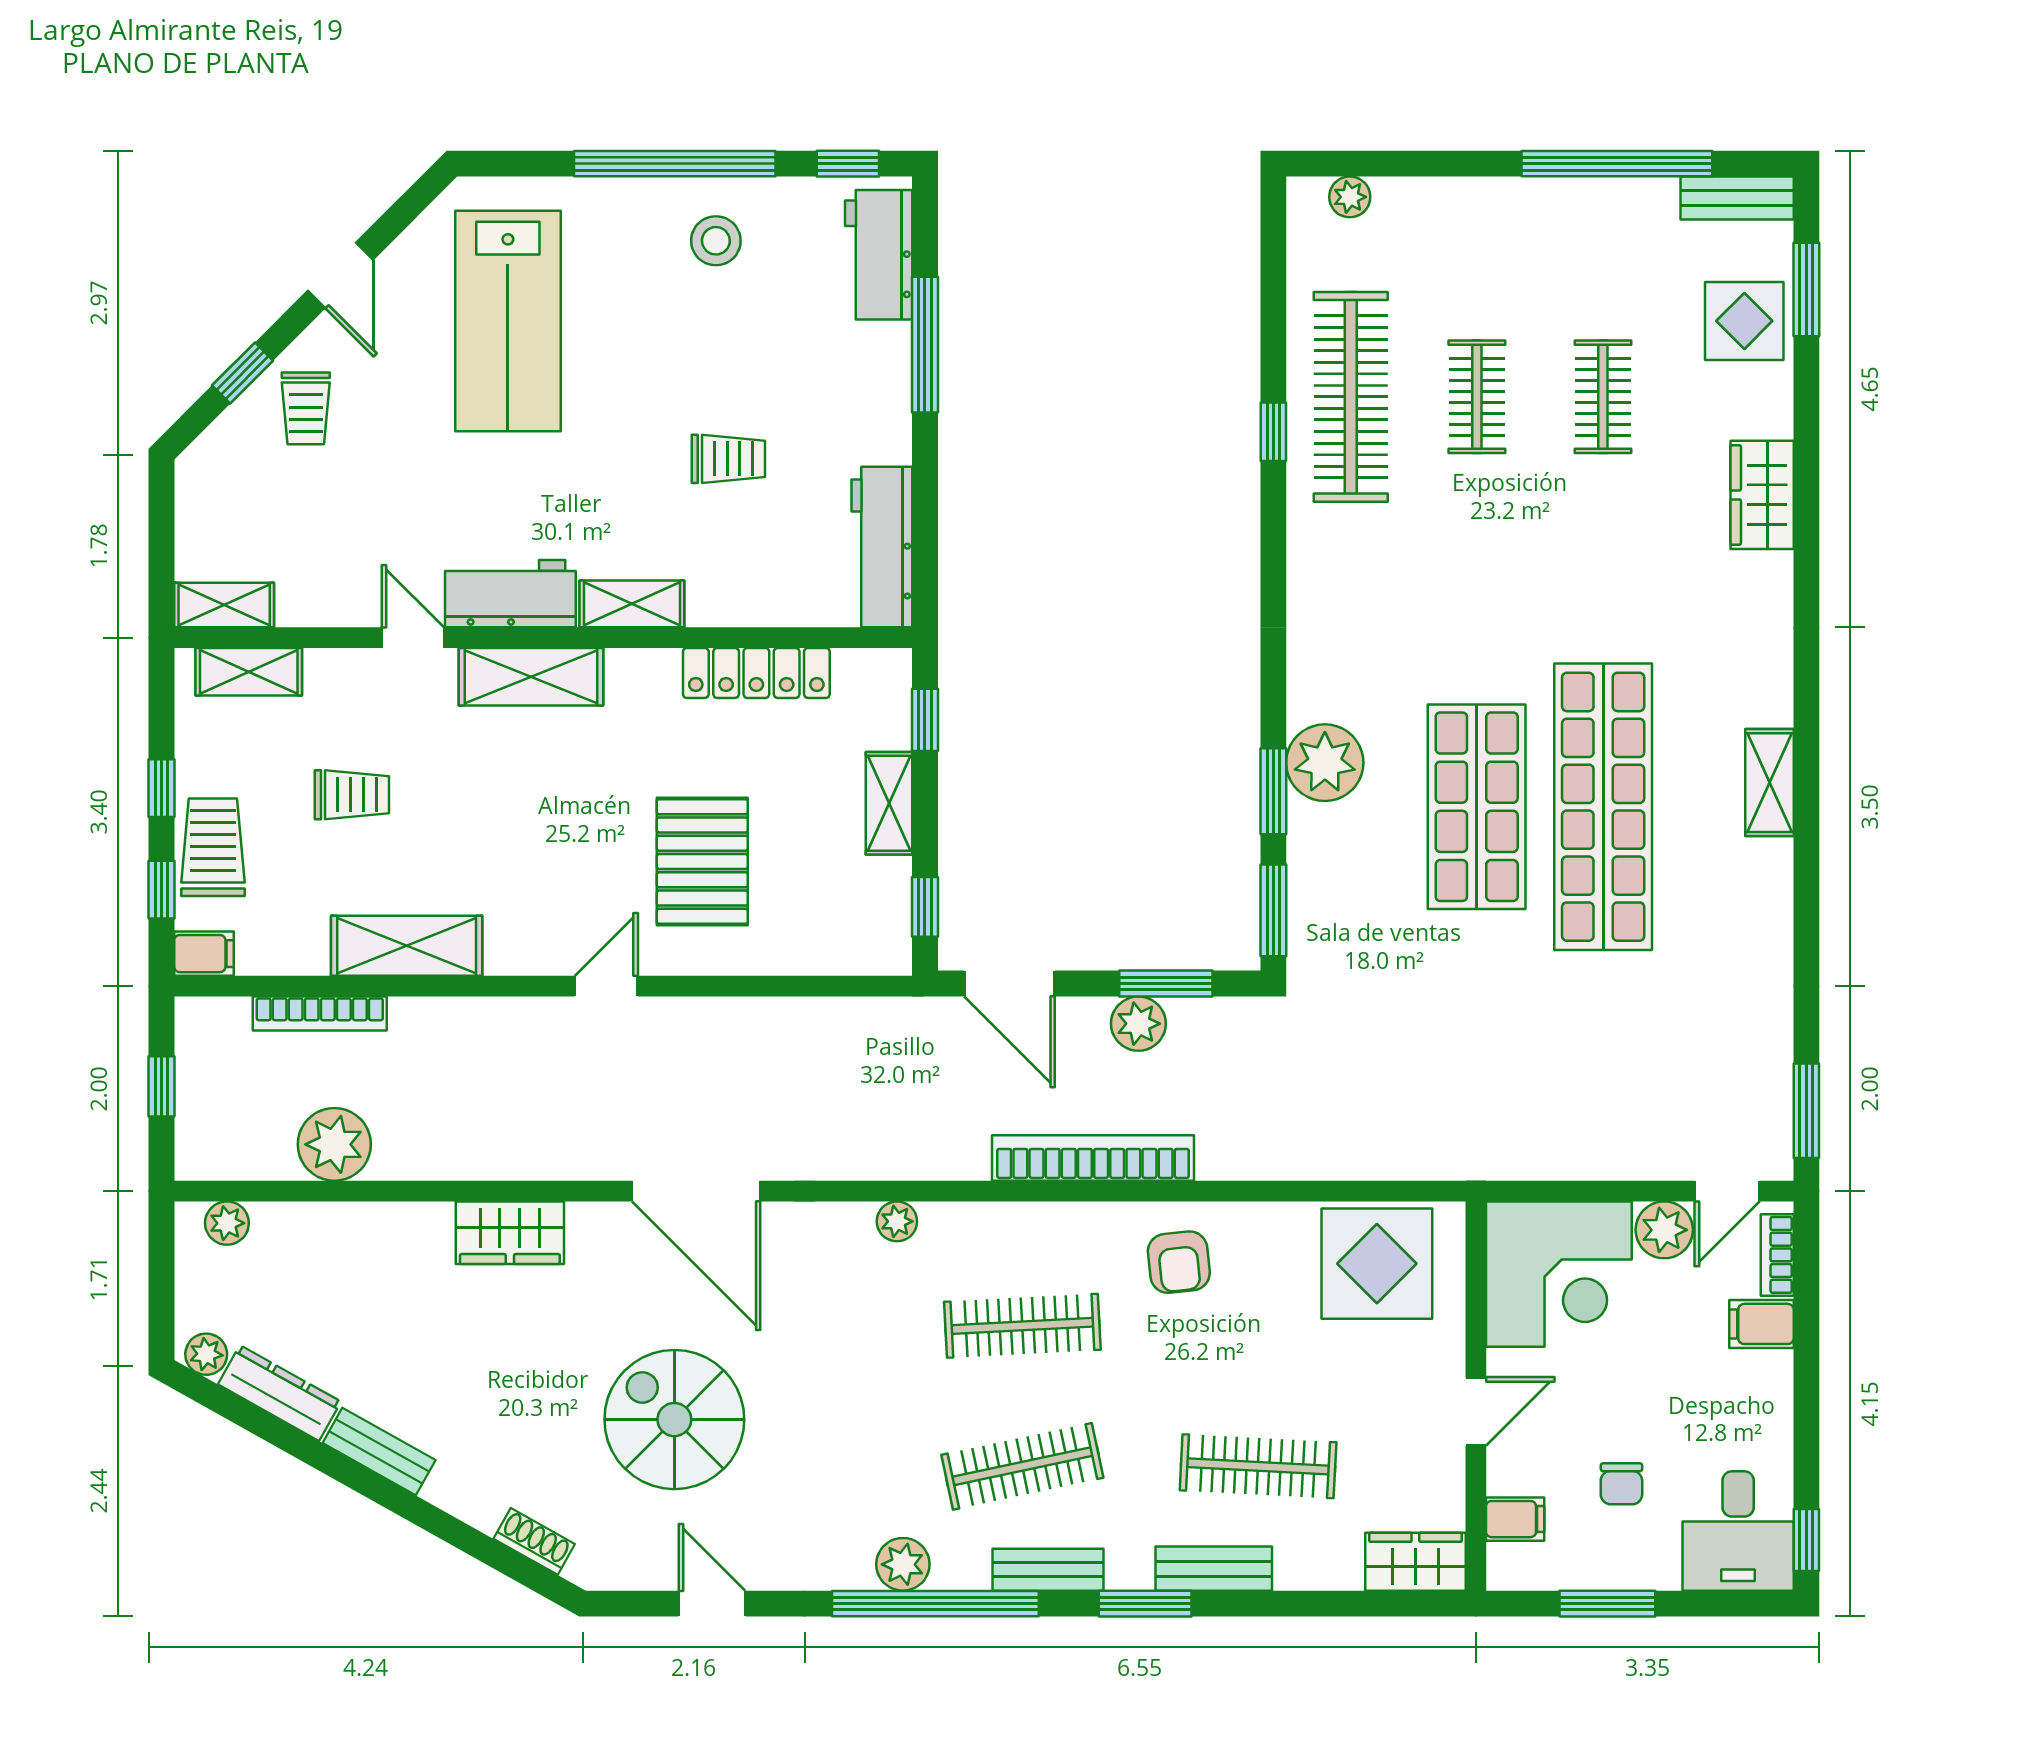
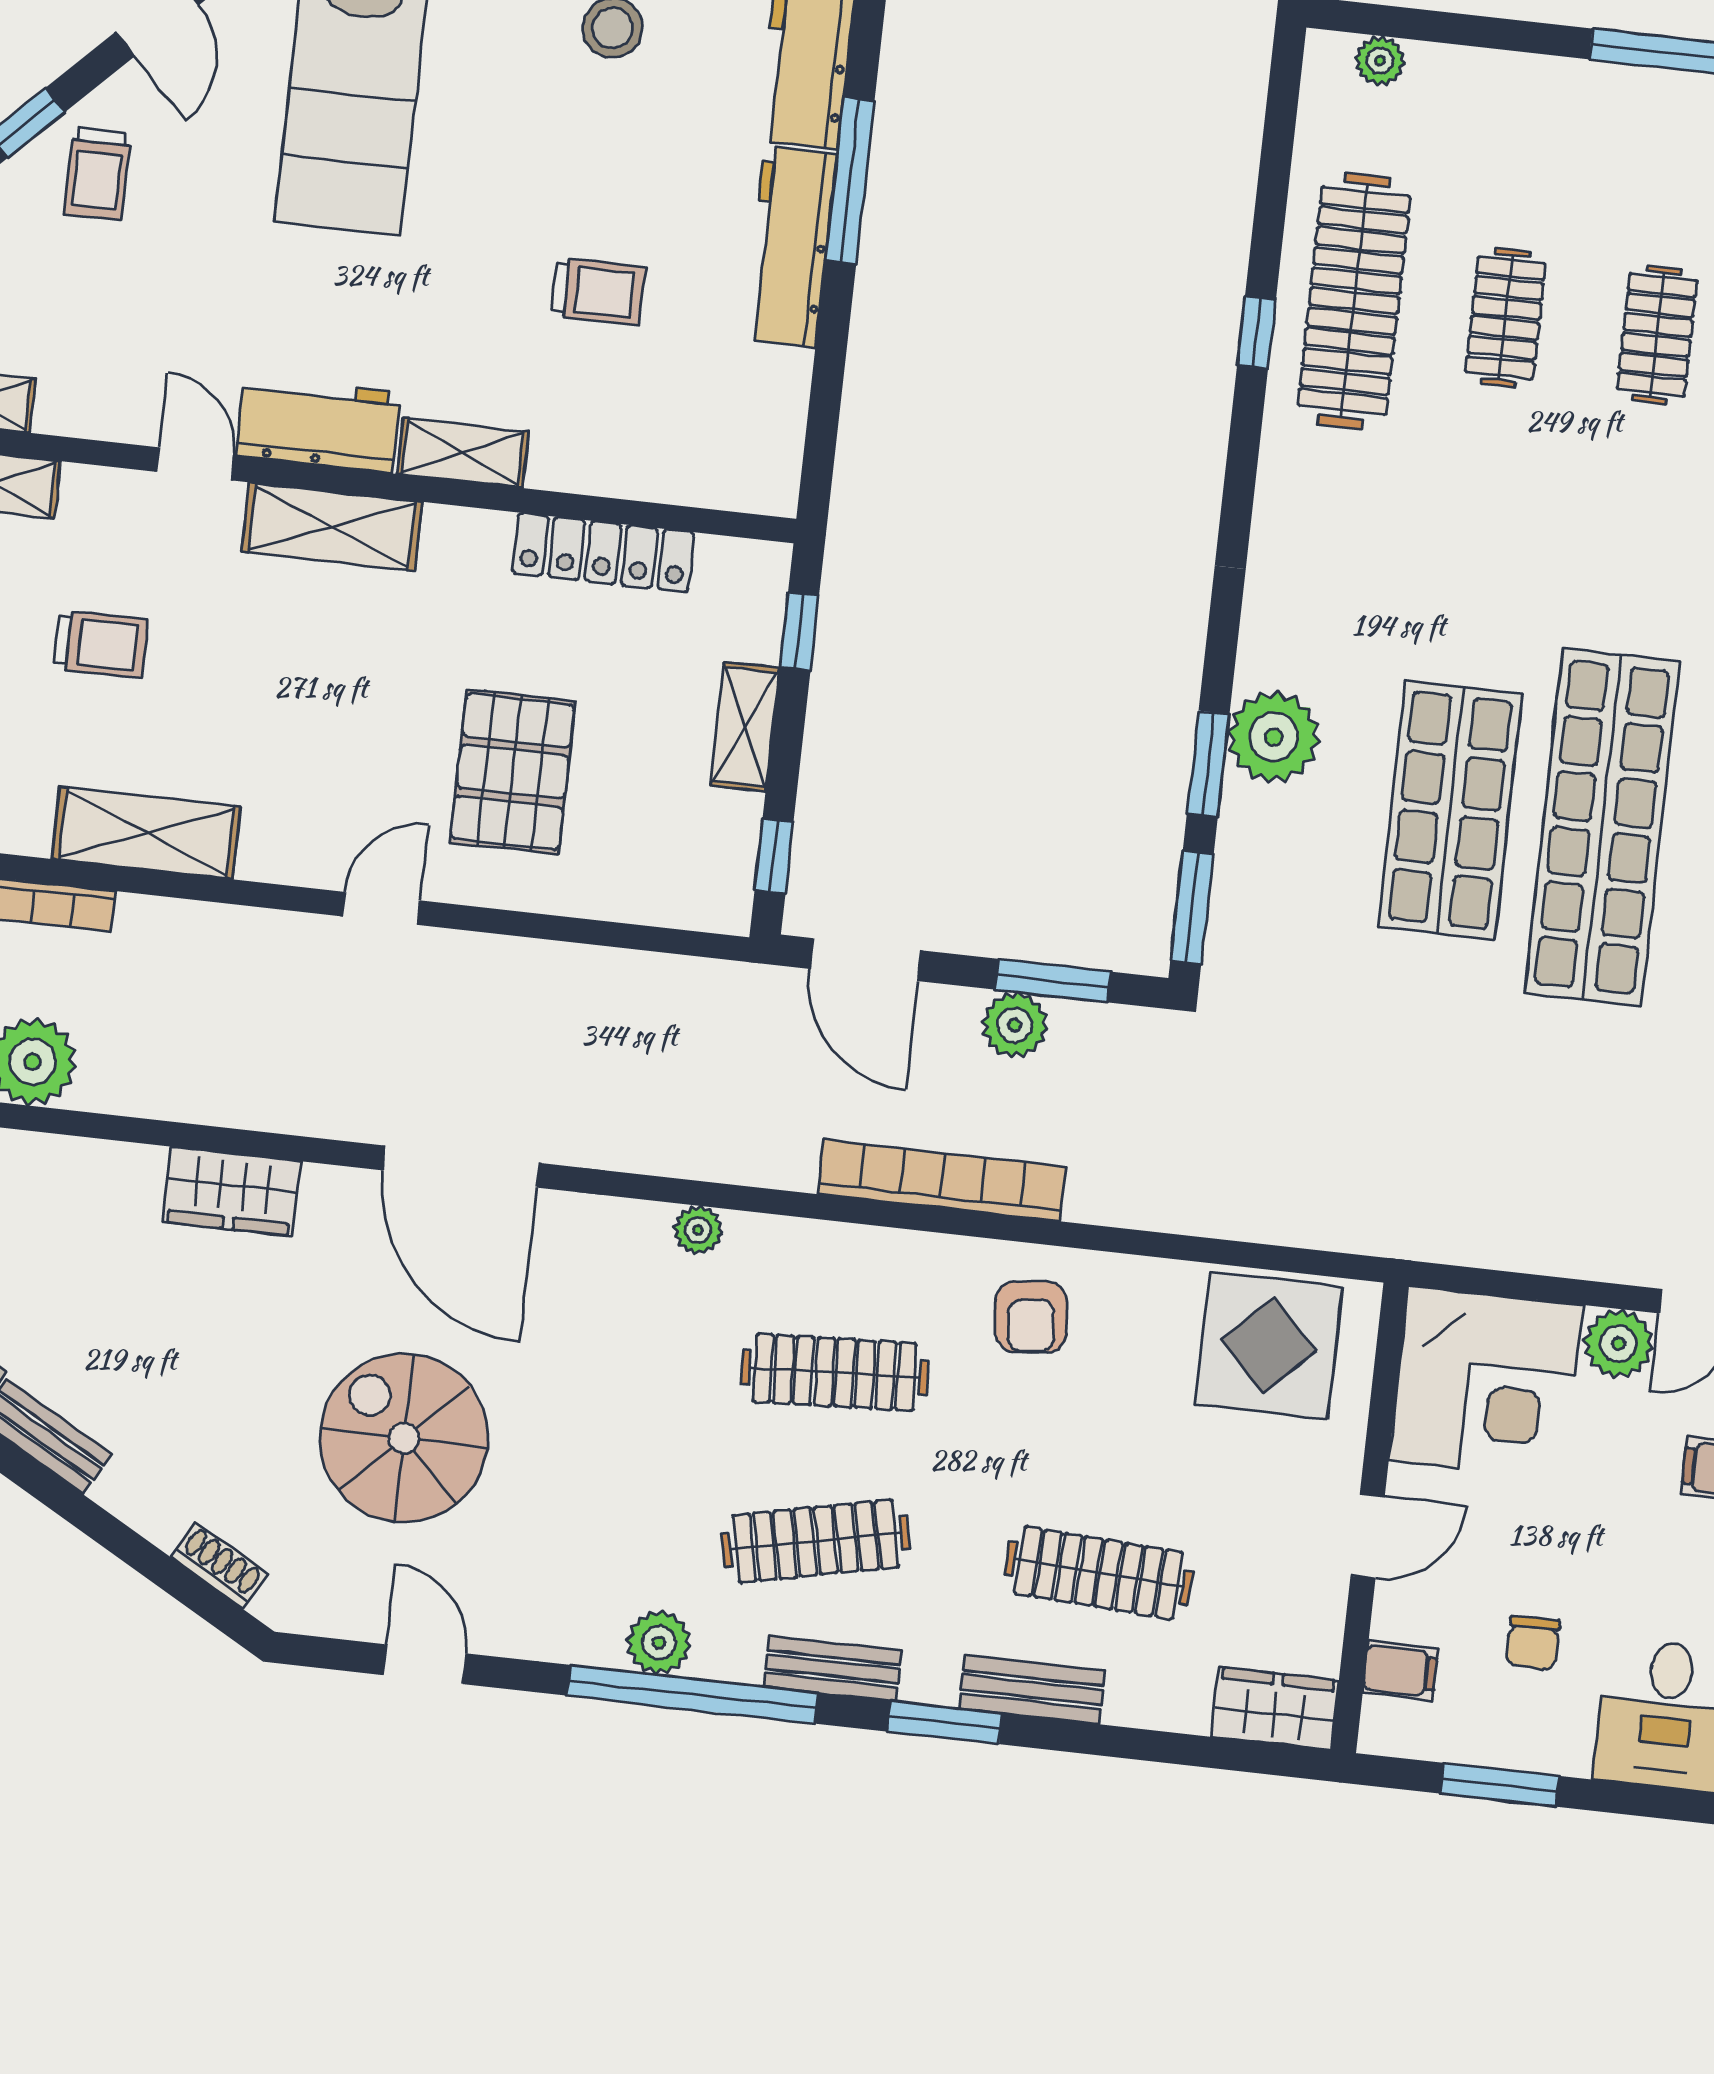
workbench: (882, 547) -> (790, 247), moved

